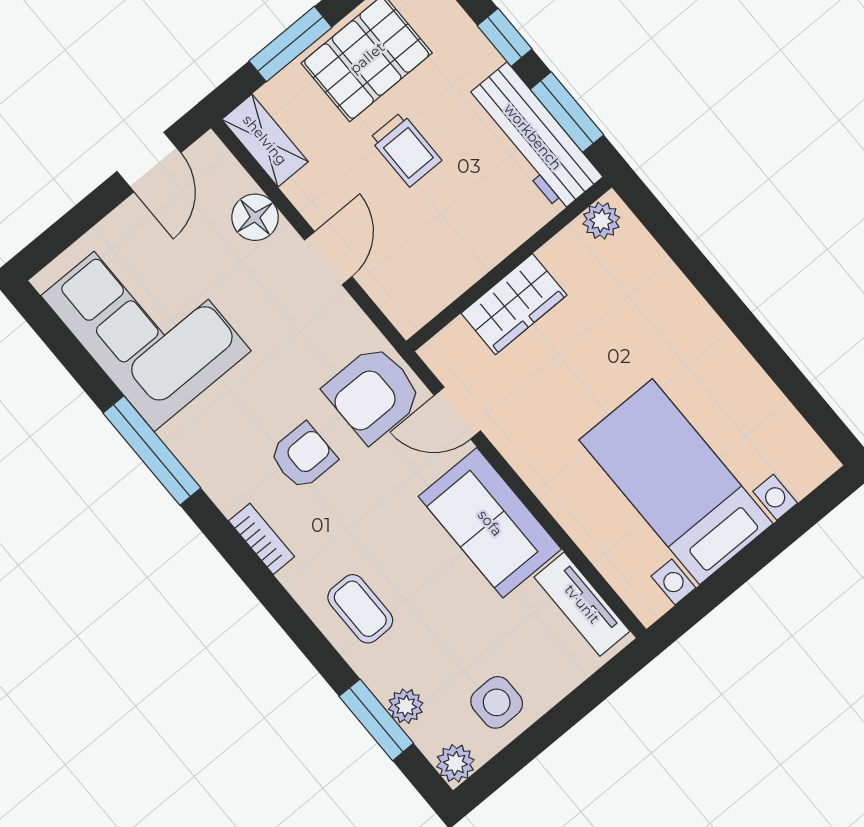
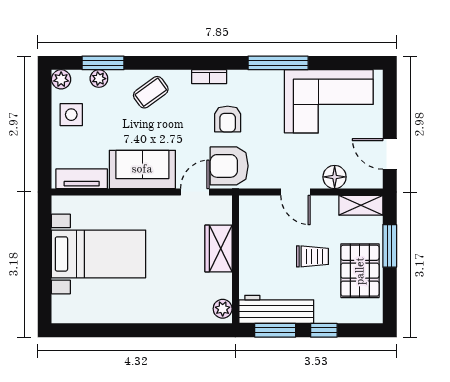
trolley: (405, 149) -> (313, 256), turned 180
armchair: (373, 394) -> (229, 166), turned -90
coffee table: (360, 609) -> (151, 92), turned -36

